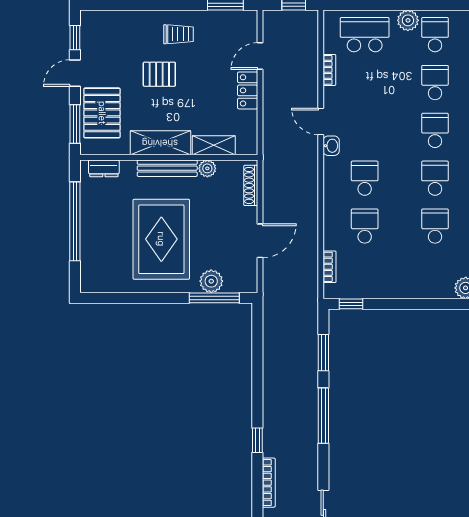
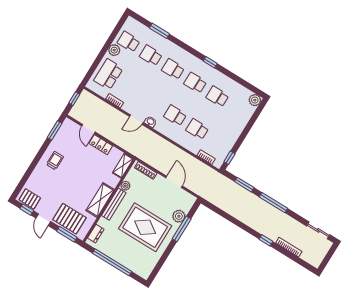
pallet: (159, 74) -> (30, 199), moved, turned 90
shelving: (214, 145) -> (123, 166), moved
window: (214, 298) -> (182, 229), moved

